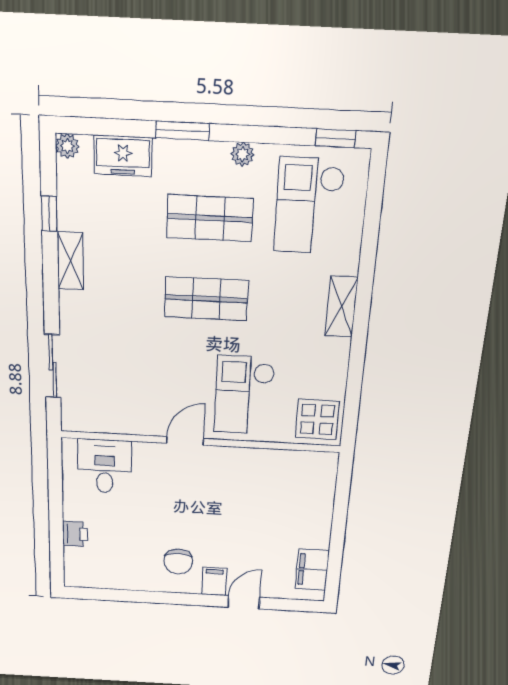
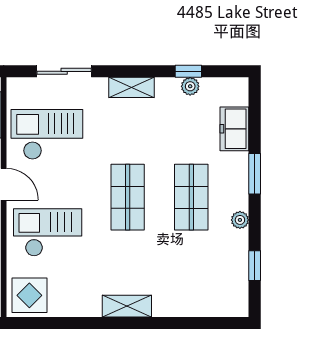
window: (336, 138) -> (255, 266), moved
plant: (67, 146) -> (190, 86), moved
checkout: (309, 206) -> (47, 134), moved
shelving: (70, 261) -> (132, 87), moved

